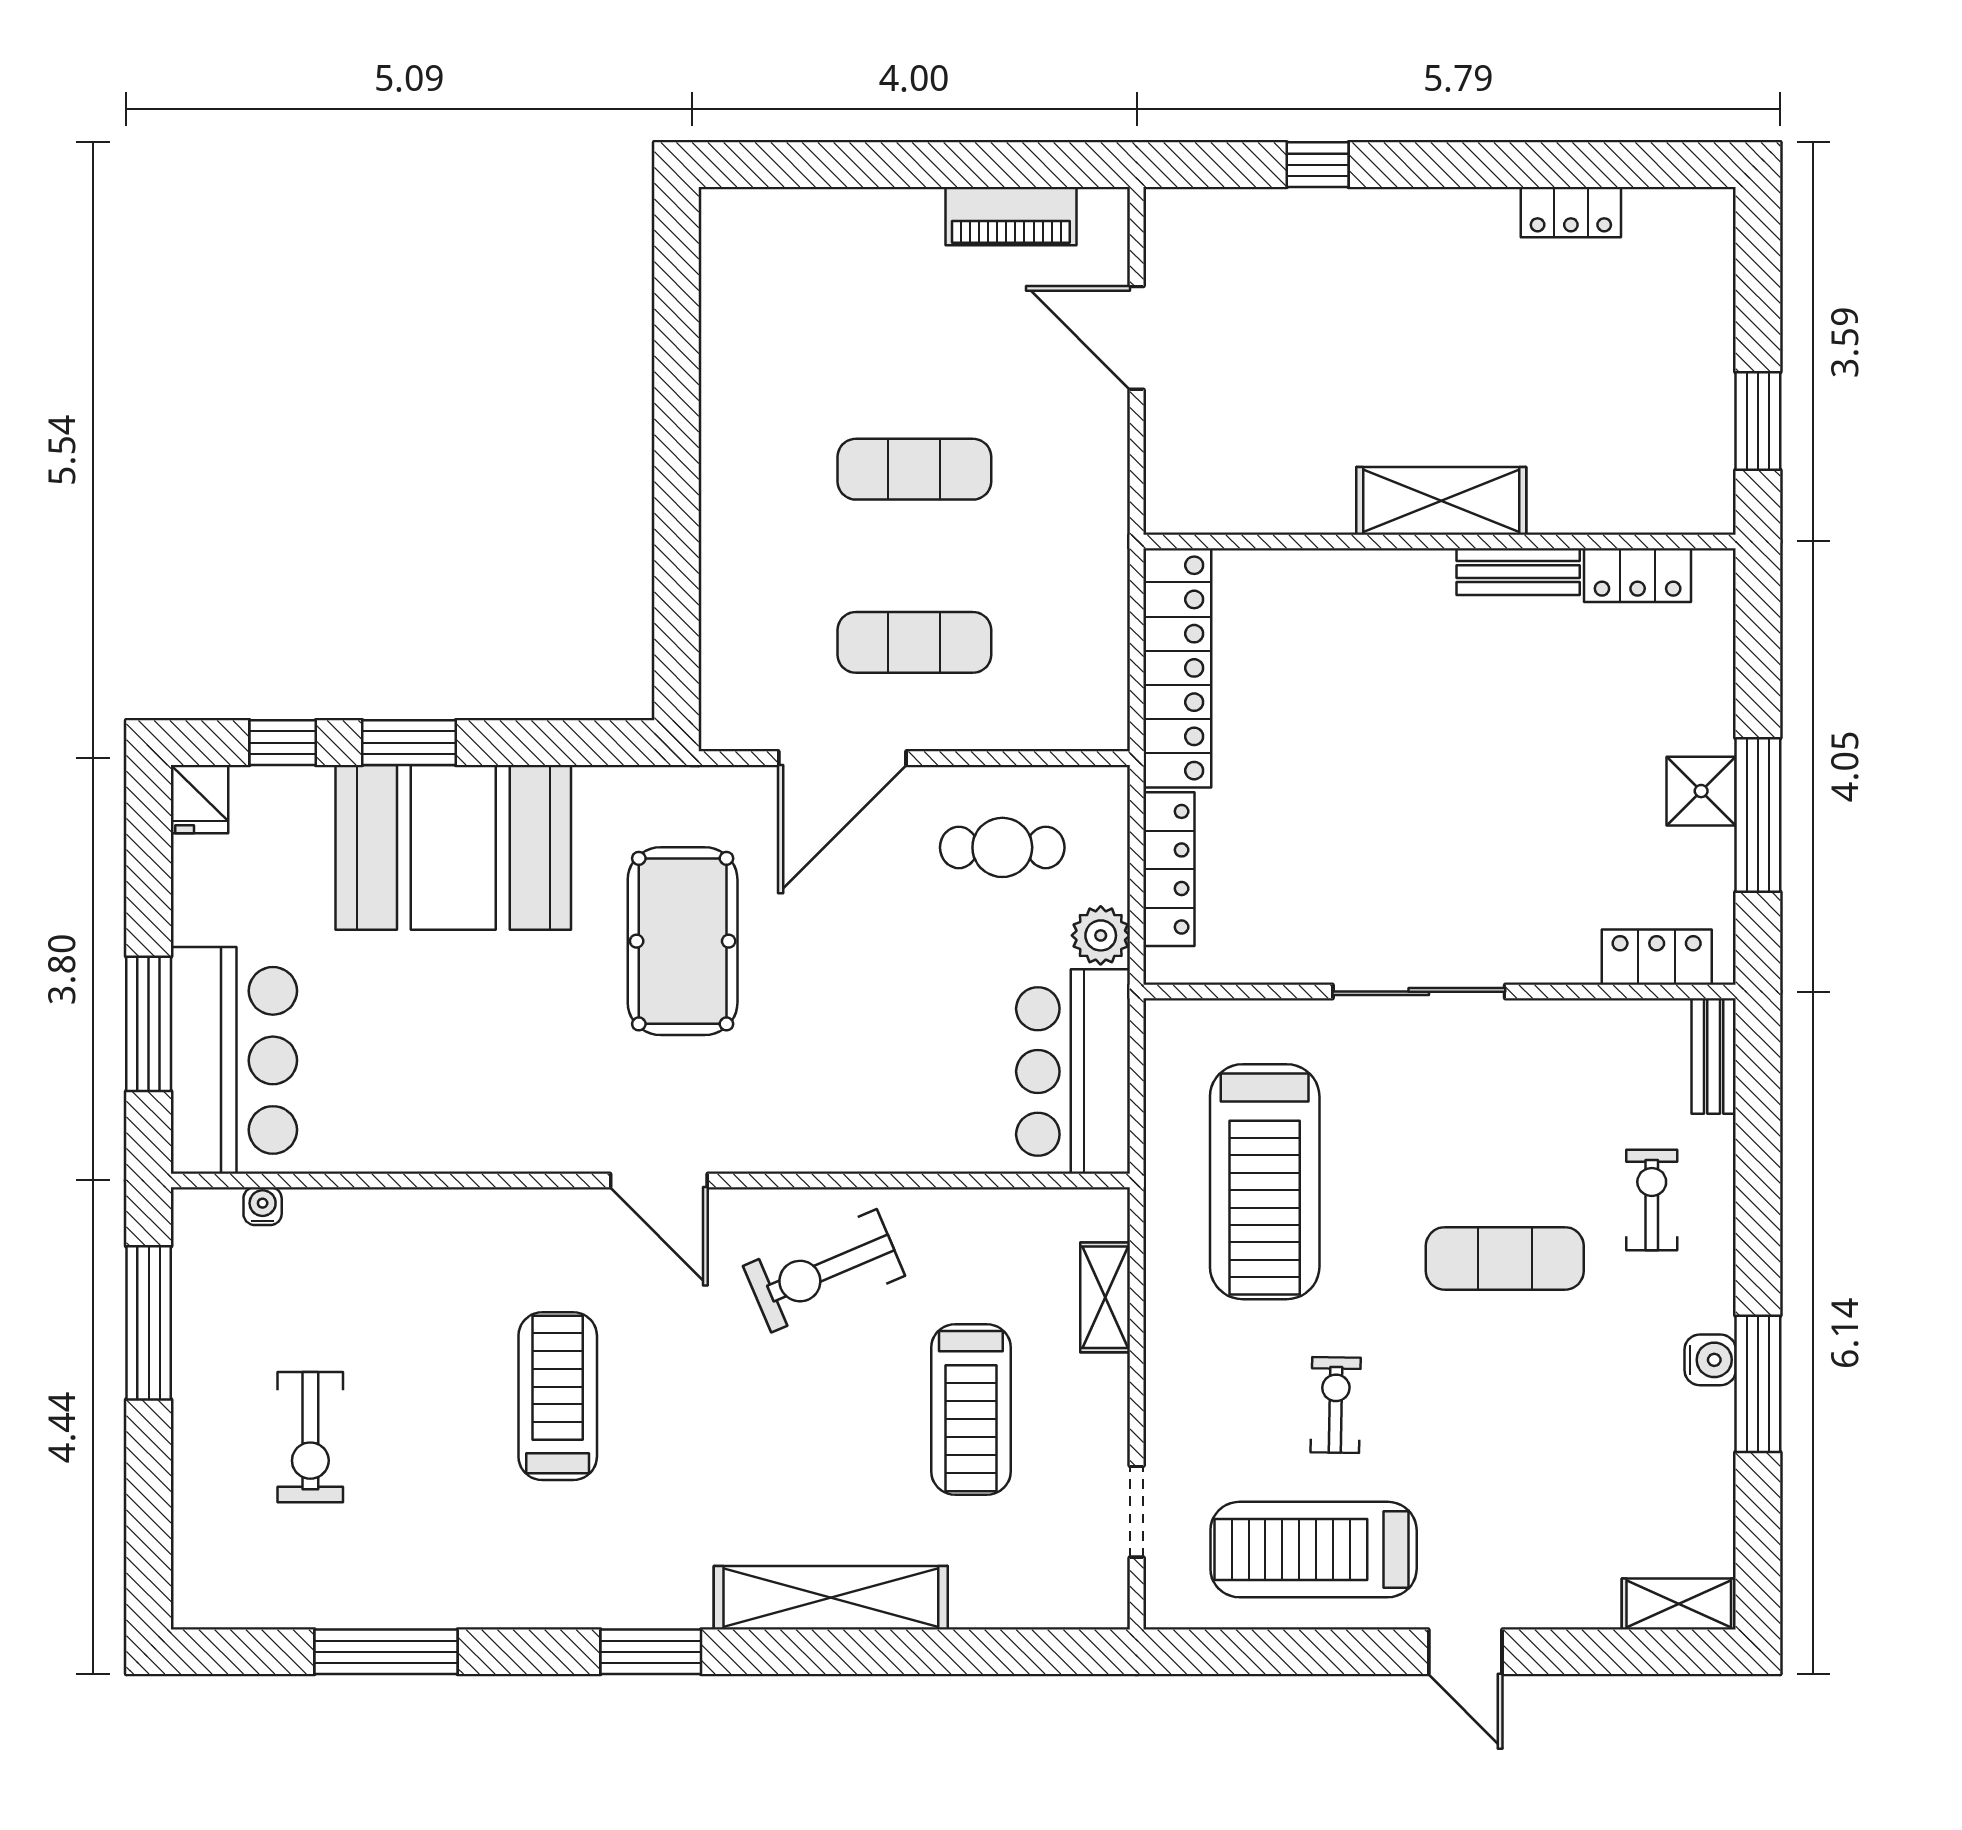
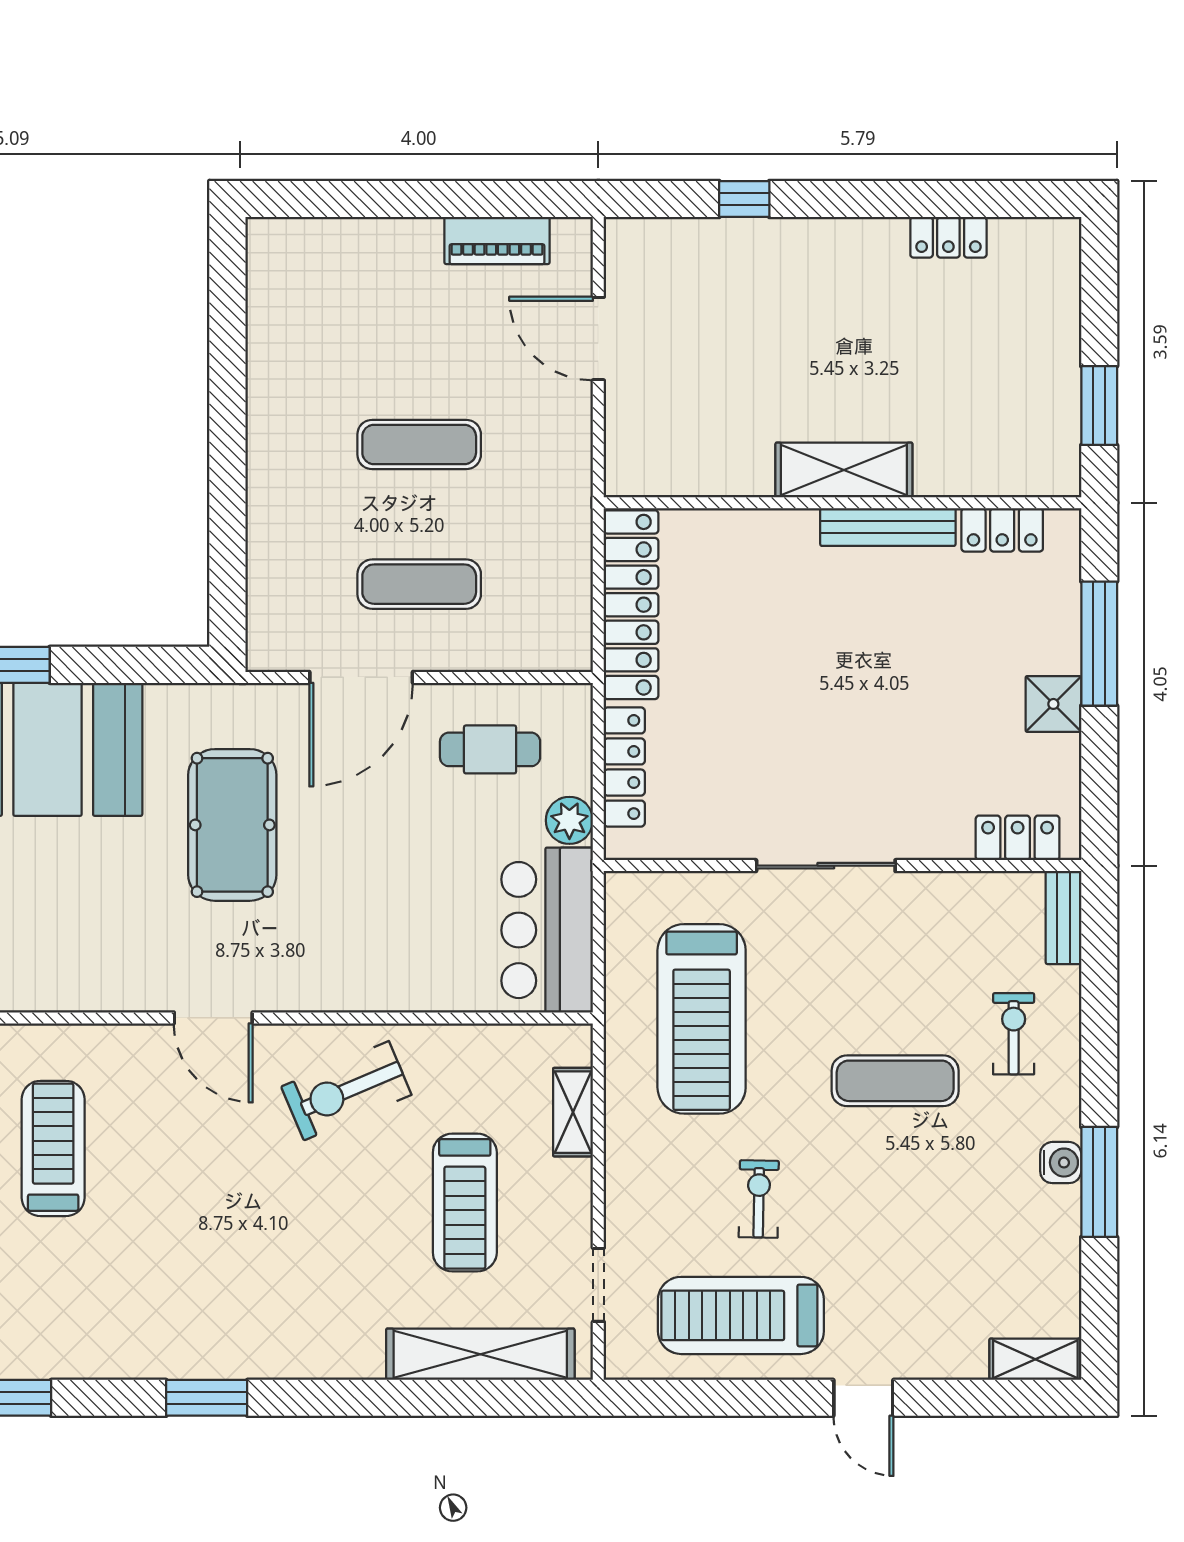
bench: (1518, 572) -> (888, 527), width x1.36
window: (1758, 815) -> (1099, 644), moved
treadmill: (558, 1396) -> (53, 1148), moved
shelving: (831, 1598) -> (480, 1354), moved

